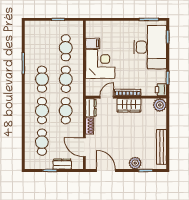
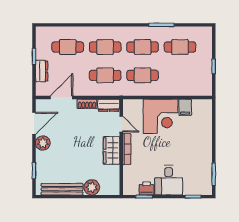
desk: (150, 47) -> (169, 180), width x0.53, depth x0.77
cafe table: (66, 48) -> (180, 47), moved
printer: (161, 90) -> (146, 188), moved
plant: (160, 105) -> (92, 187), moved
plant: (135, 163) -> (43, 143), moved

